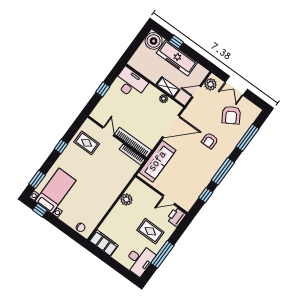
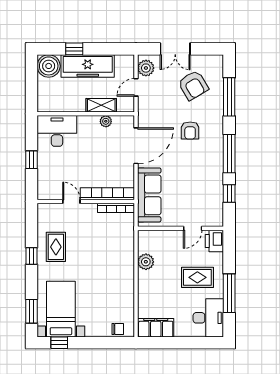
rug: (87, 143) -> (56, 247), moved, turned 90

